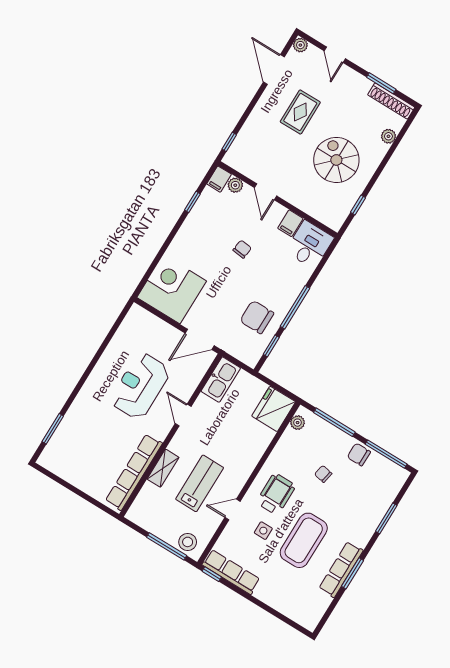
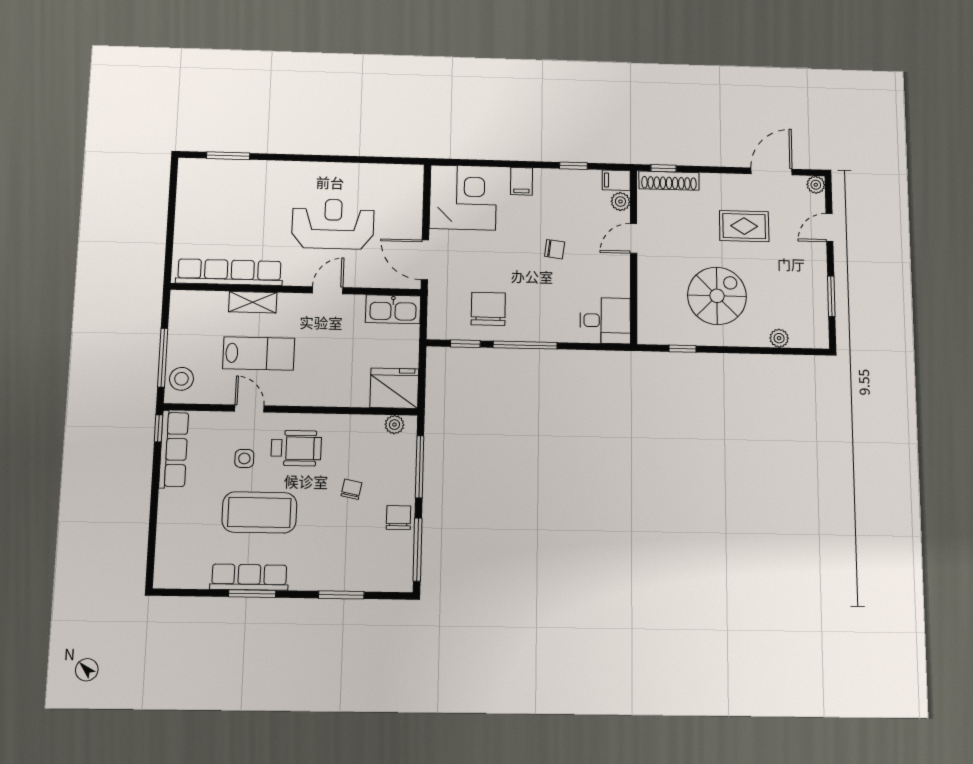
shoe rack: (391, 101) -> (669, 181), moved, turned -90
filing cabinet: (290, 223) -> (521, 181), moved, turned -90

